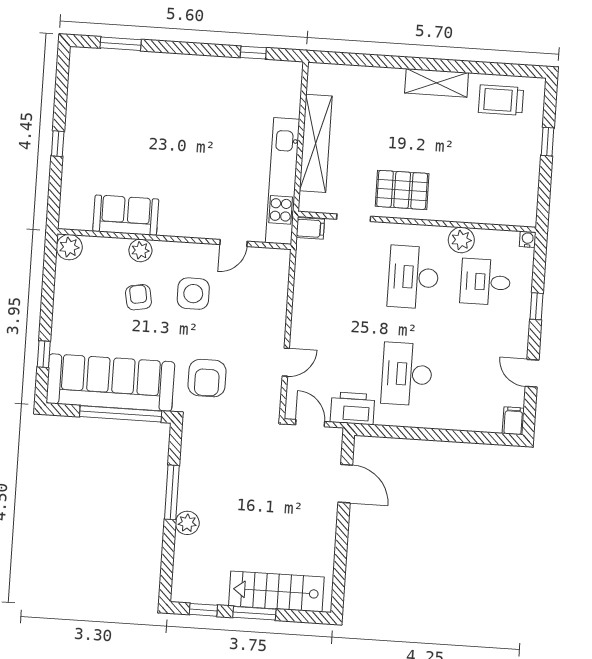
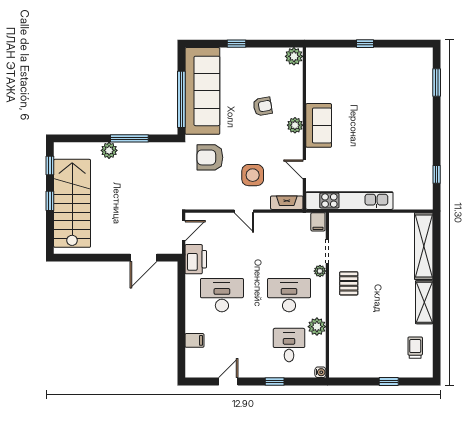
trolley: (501, 100) -> (415, 348), width x0.73, depth x0.72
shelving: (316, 143) -> (424, 246), moved, turned 90
pallet: (402, 190) -> (349, 283), width x0.67, depth x0.71
sofa: (126, 215) -> (319, 125), moved
plant: (382, 230) -> (320, 271), added
plant: (140, 250) -> (295, 125), moved
fireplace: (280, 272) -> (287, 203), added
side table: (193, 294) -> (253, 175), moved
window: (44, 354) -> (236, 44), moved
door: (286, 362) -> (244, 211), moved
filing cabinet: (513, 421) -> (194, 340), moved
stairs: (276, 591) -> (72, 203), width x1.36, depth x1.51
window: (254, 613) -> (50, 201), width x0.67

